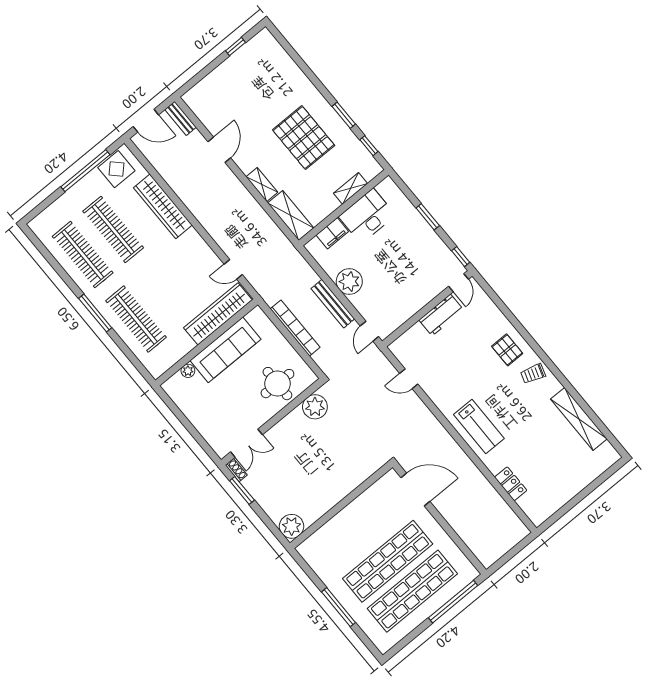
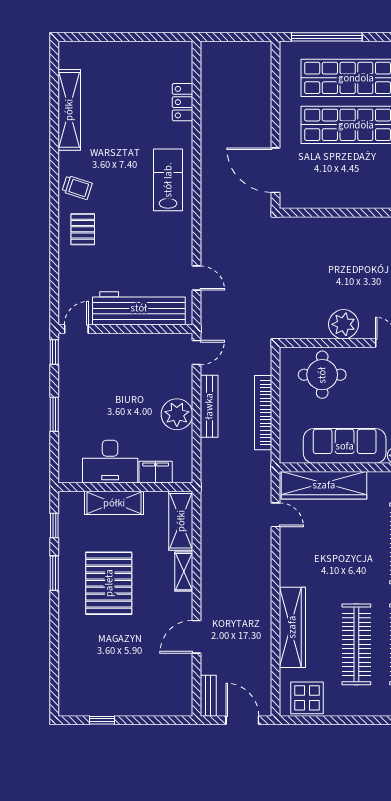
window: (85, 171) -> (337, 720), removed
shelving: (350, 188) -> (114, 503), width x1.50, depth x1.33
workbench: (441, 315) -> (139, 308), width x1.88, depth x1.32
plant: (315, 407) -> (343, 324), moved

